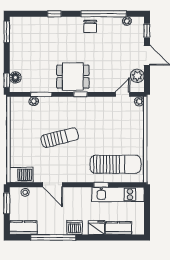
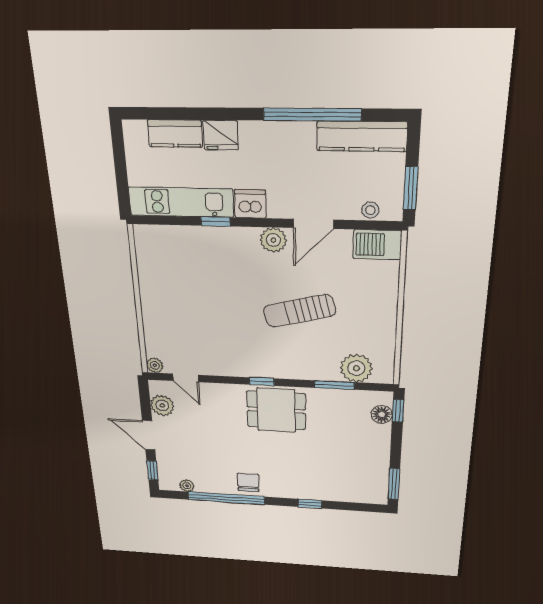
door: (123, 94) -> (186, 378), hinge flipped
plant: (34, 101) -> (356, 368), width x1.88, depth x1.88
sun lounger: (115, 164) -> (190, 259), removed
plant: (72, 176) -> (273, 240), added
door: (53, 185) -> (313, 224), swing flipped
dishwasher: (75, 227) -> (250, 204), moved, turned 180
kitchen counter: (23, 228) -> (362, 136), width x1.50

